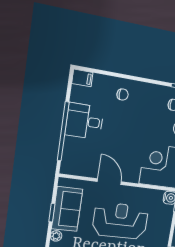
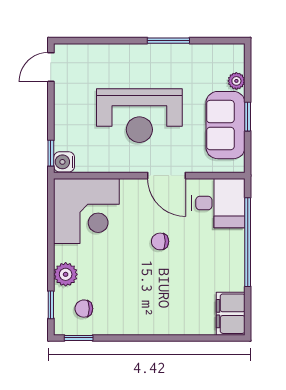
filing cabinet: (82, 78) -> (231, 314), width x2.00
chair: (123, 95) -> (160, 241), moved
desk: (84, 121) -> (218, 203), moved

